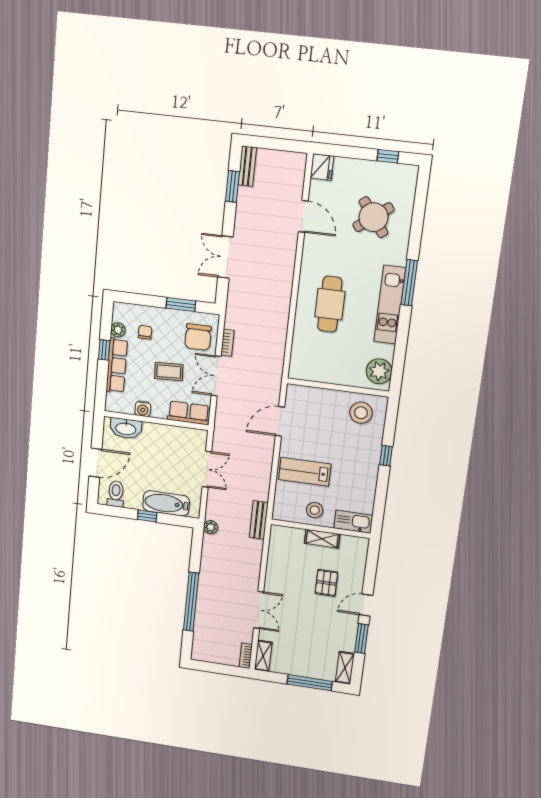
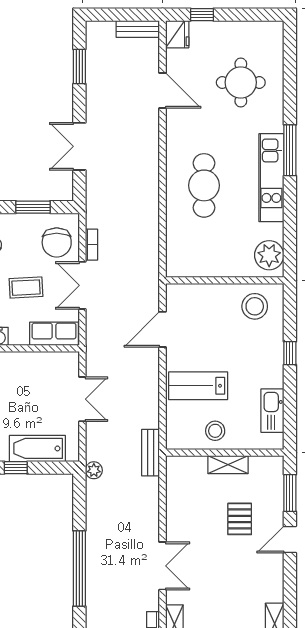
window: (388, 156) -> (202, 15), moved
bench: (247, 166) -> (138, 29), moved, turned 90
round table: (373, 217) -> (241, 82), turned 37
kitchen sink: (353, 522) -> (272, 411), moved, turned -90
window: (361, 638) -> (290, 493), moved

